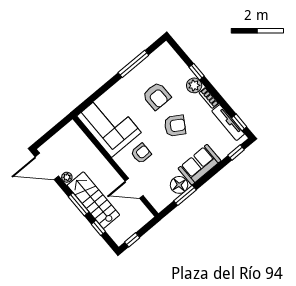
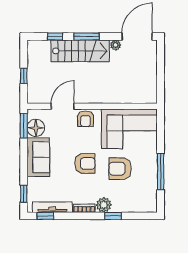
corner sofa: (109, 124) -> (129, 129), moved
armchair: (175, 126) -> (85, 164), turned -122
wall: (116, 166) -> (92, 106), moved
door: (134, 188) -> (63, 106), moved
window: (132, 240) -> (24, 76), moved

